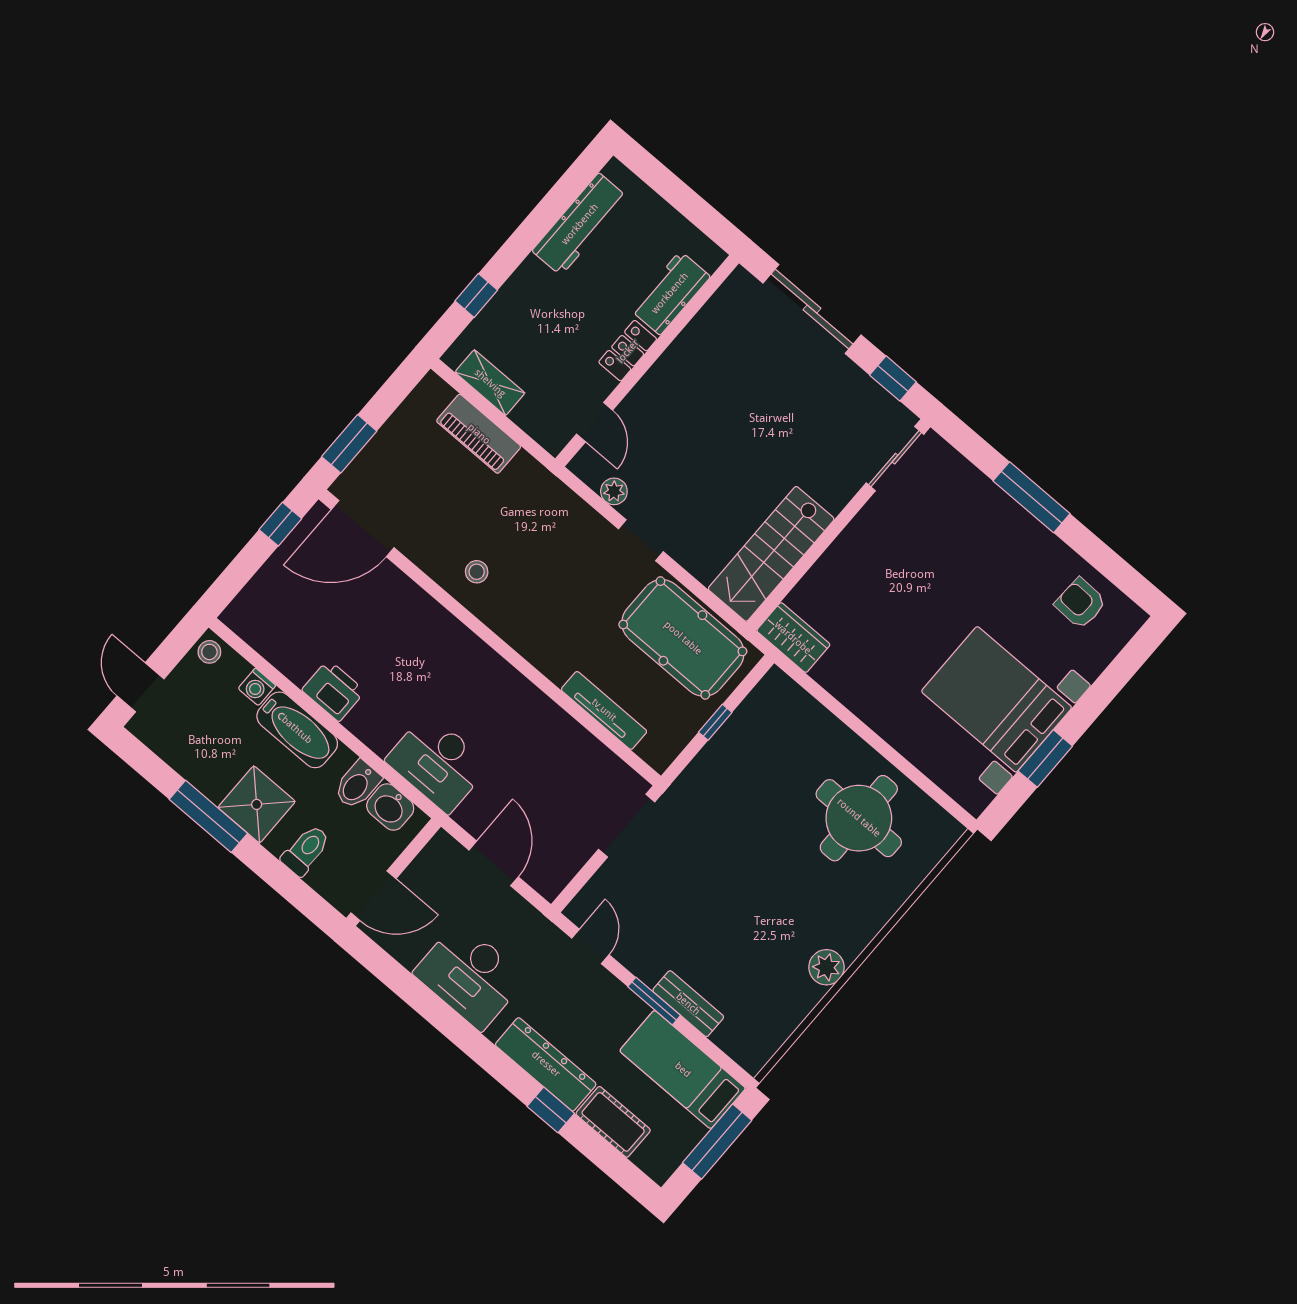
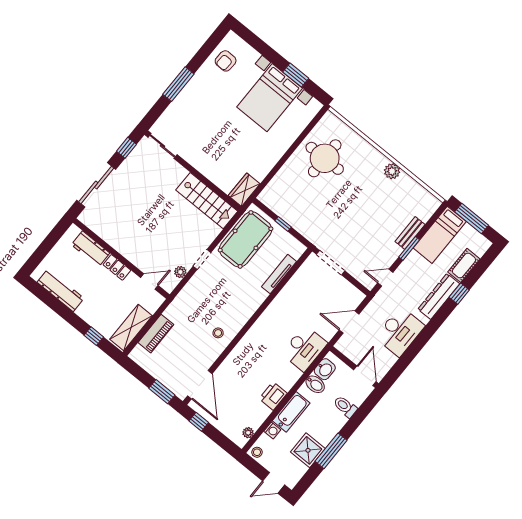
shelving: (490, 383) -> (131, 328), width x1.50, depth x1.33
plant: (253, 633) -> (248, 433), added
shower: (257, 804) -> (308, 450), moved

